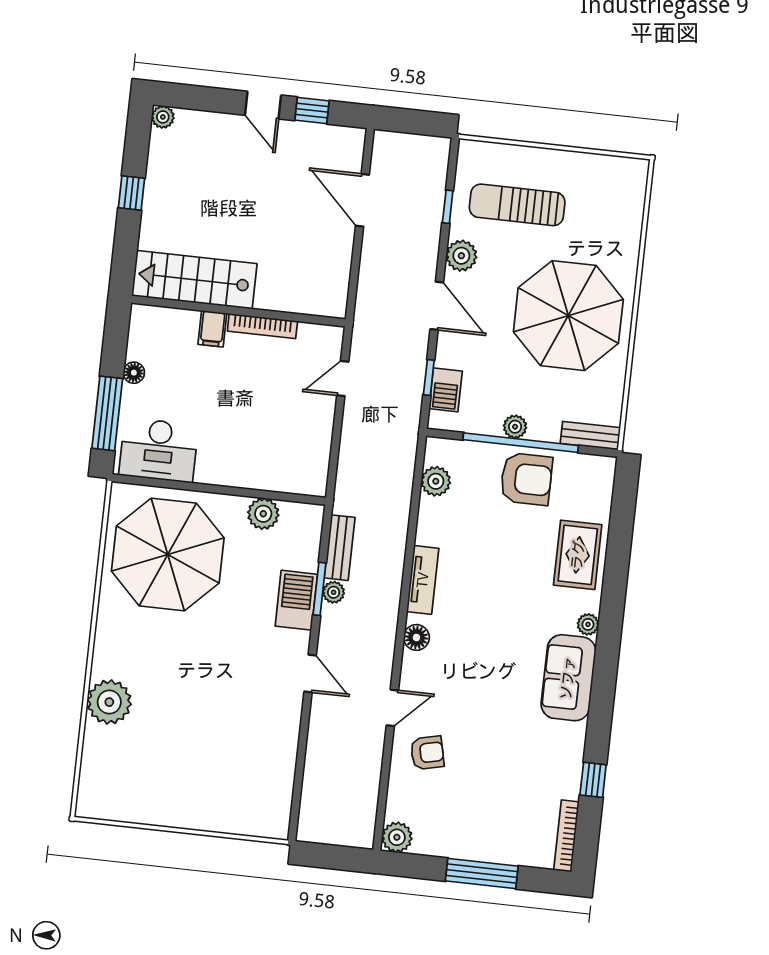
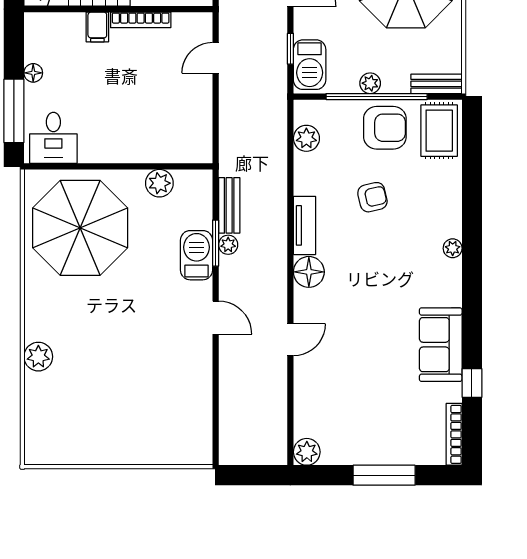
barbecue: (446, 390) -> (310, 65), width x1.38, depth x1.27
desk: (159, 450) -> (53, 138), width x0.73
rug: (578, 555) -> (439, 131), moved
floor lamp: (416, 637) -> (309, 272), width x1.38, depth x1.38
sofa: (568, 678) -> (441, 345), moved
plant: (109, 702) -> (38, 357), width x0.73, depth x0.73
armchair: (427, 753) -> (372, 197), moved

